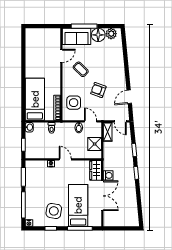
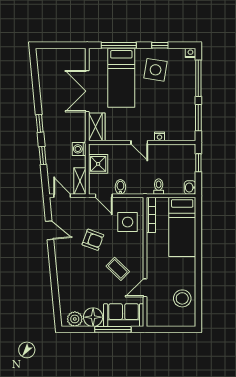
stool: (35, 48) -> (182, 298), added
door: (129, 97) -> (50, 230), hinge flipped
washing machine: (108, 175) -> (79, 149), moved

